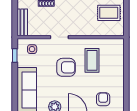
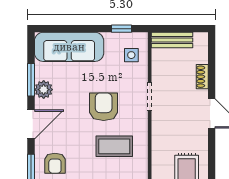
armchair: (66, 67) -> (104, 107), turned 180
armchair: (103, 99) -> (55, 163), turned 90

